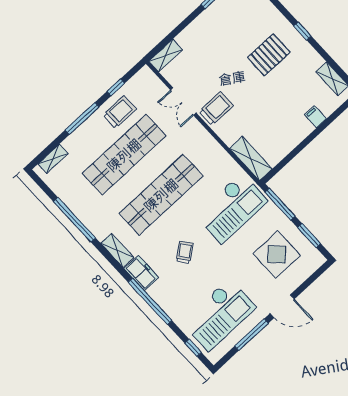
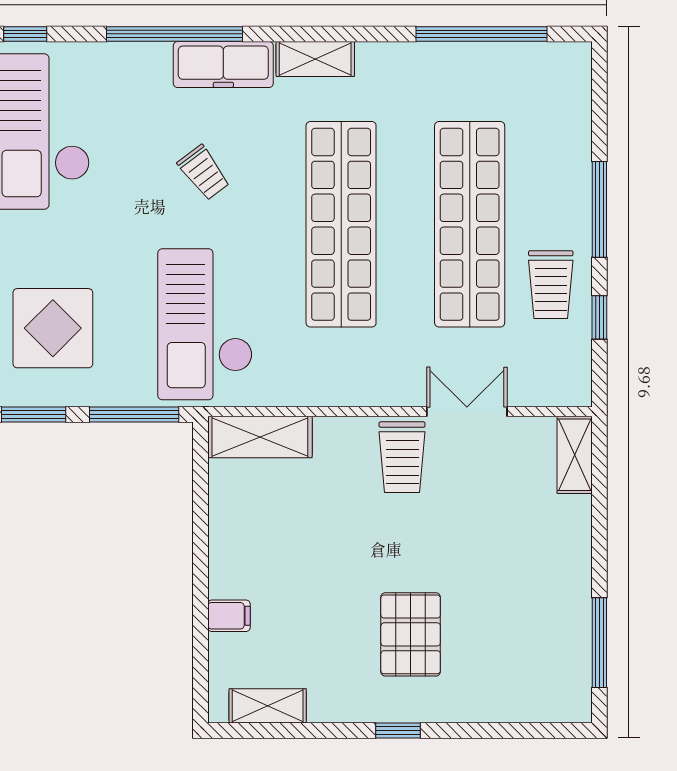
shelving: (53, 159) -> (576, 95), removed
window: (74, 220) -> (481, 34), moved
freezer: (141, 273) -> (223, 64), width x1.40

